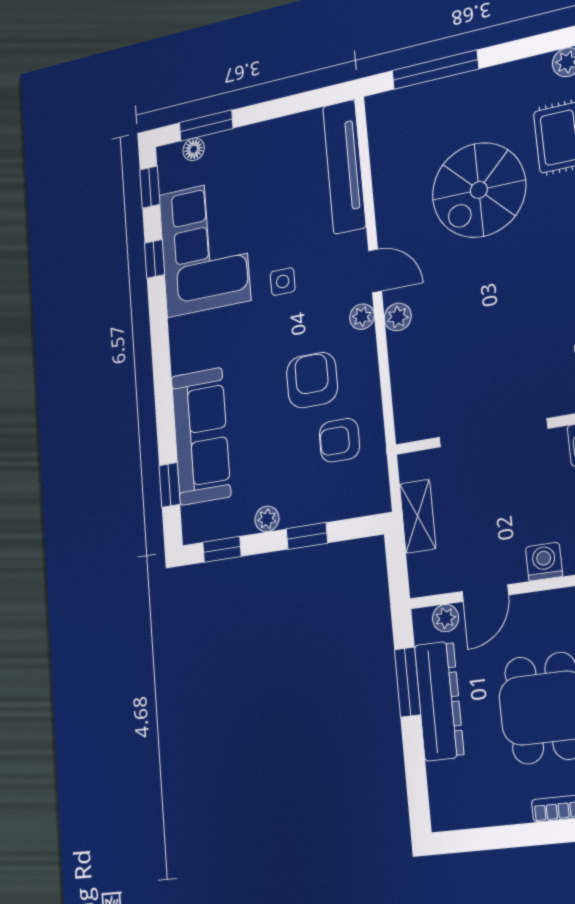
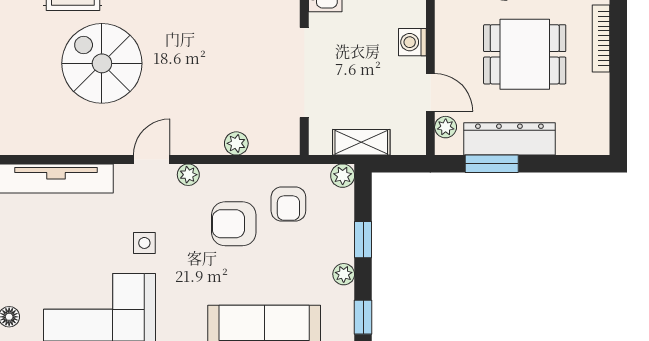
spiral stairs: (479, 190) -> (102, 63), turned 180
plant: (398, 317) -> (236, 143), moved
plant: (377, 500) -> (343, 176), added

